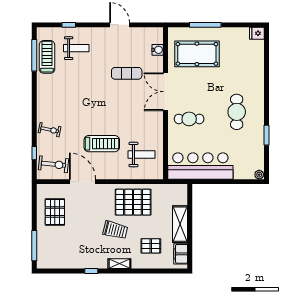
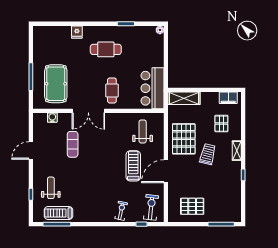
fridge: (257, 33) -> (77, 32), moved
bar counter: (200, 166) -> (153, 88), width x0.73
door: (83, 182) -> (166, 171), moved
shelving: (180, 224) -> (184, 98), moved

